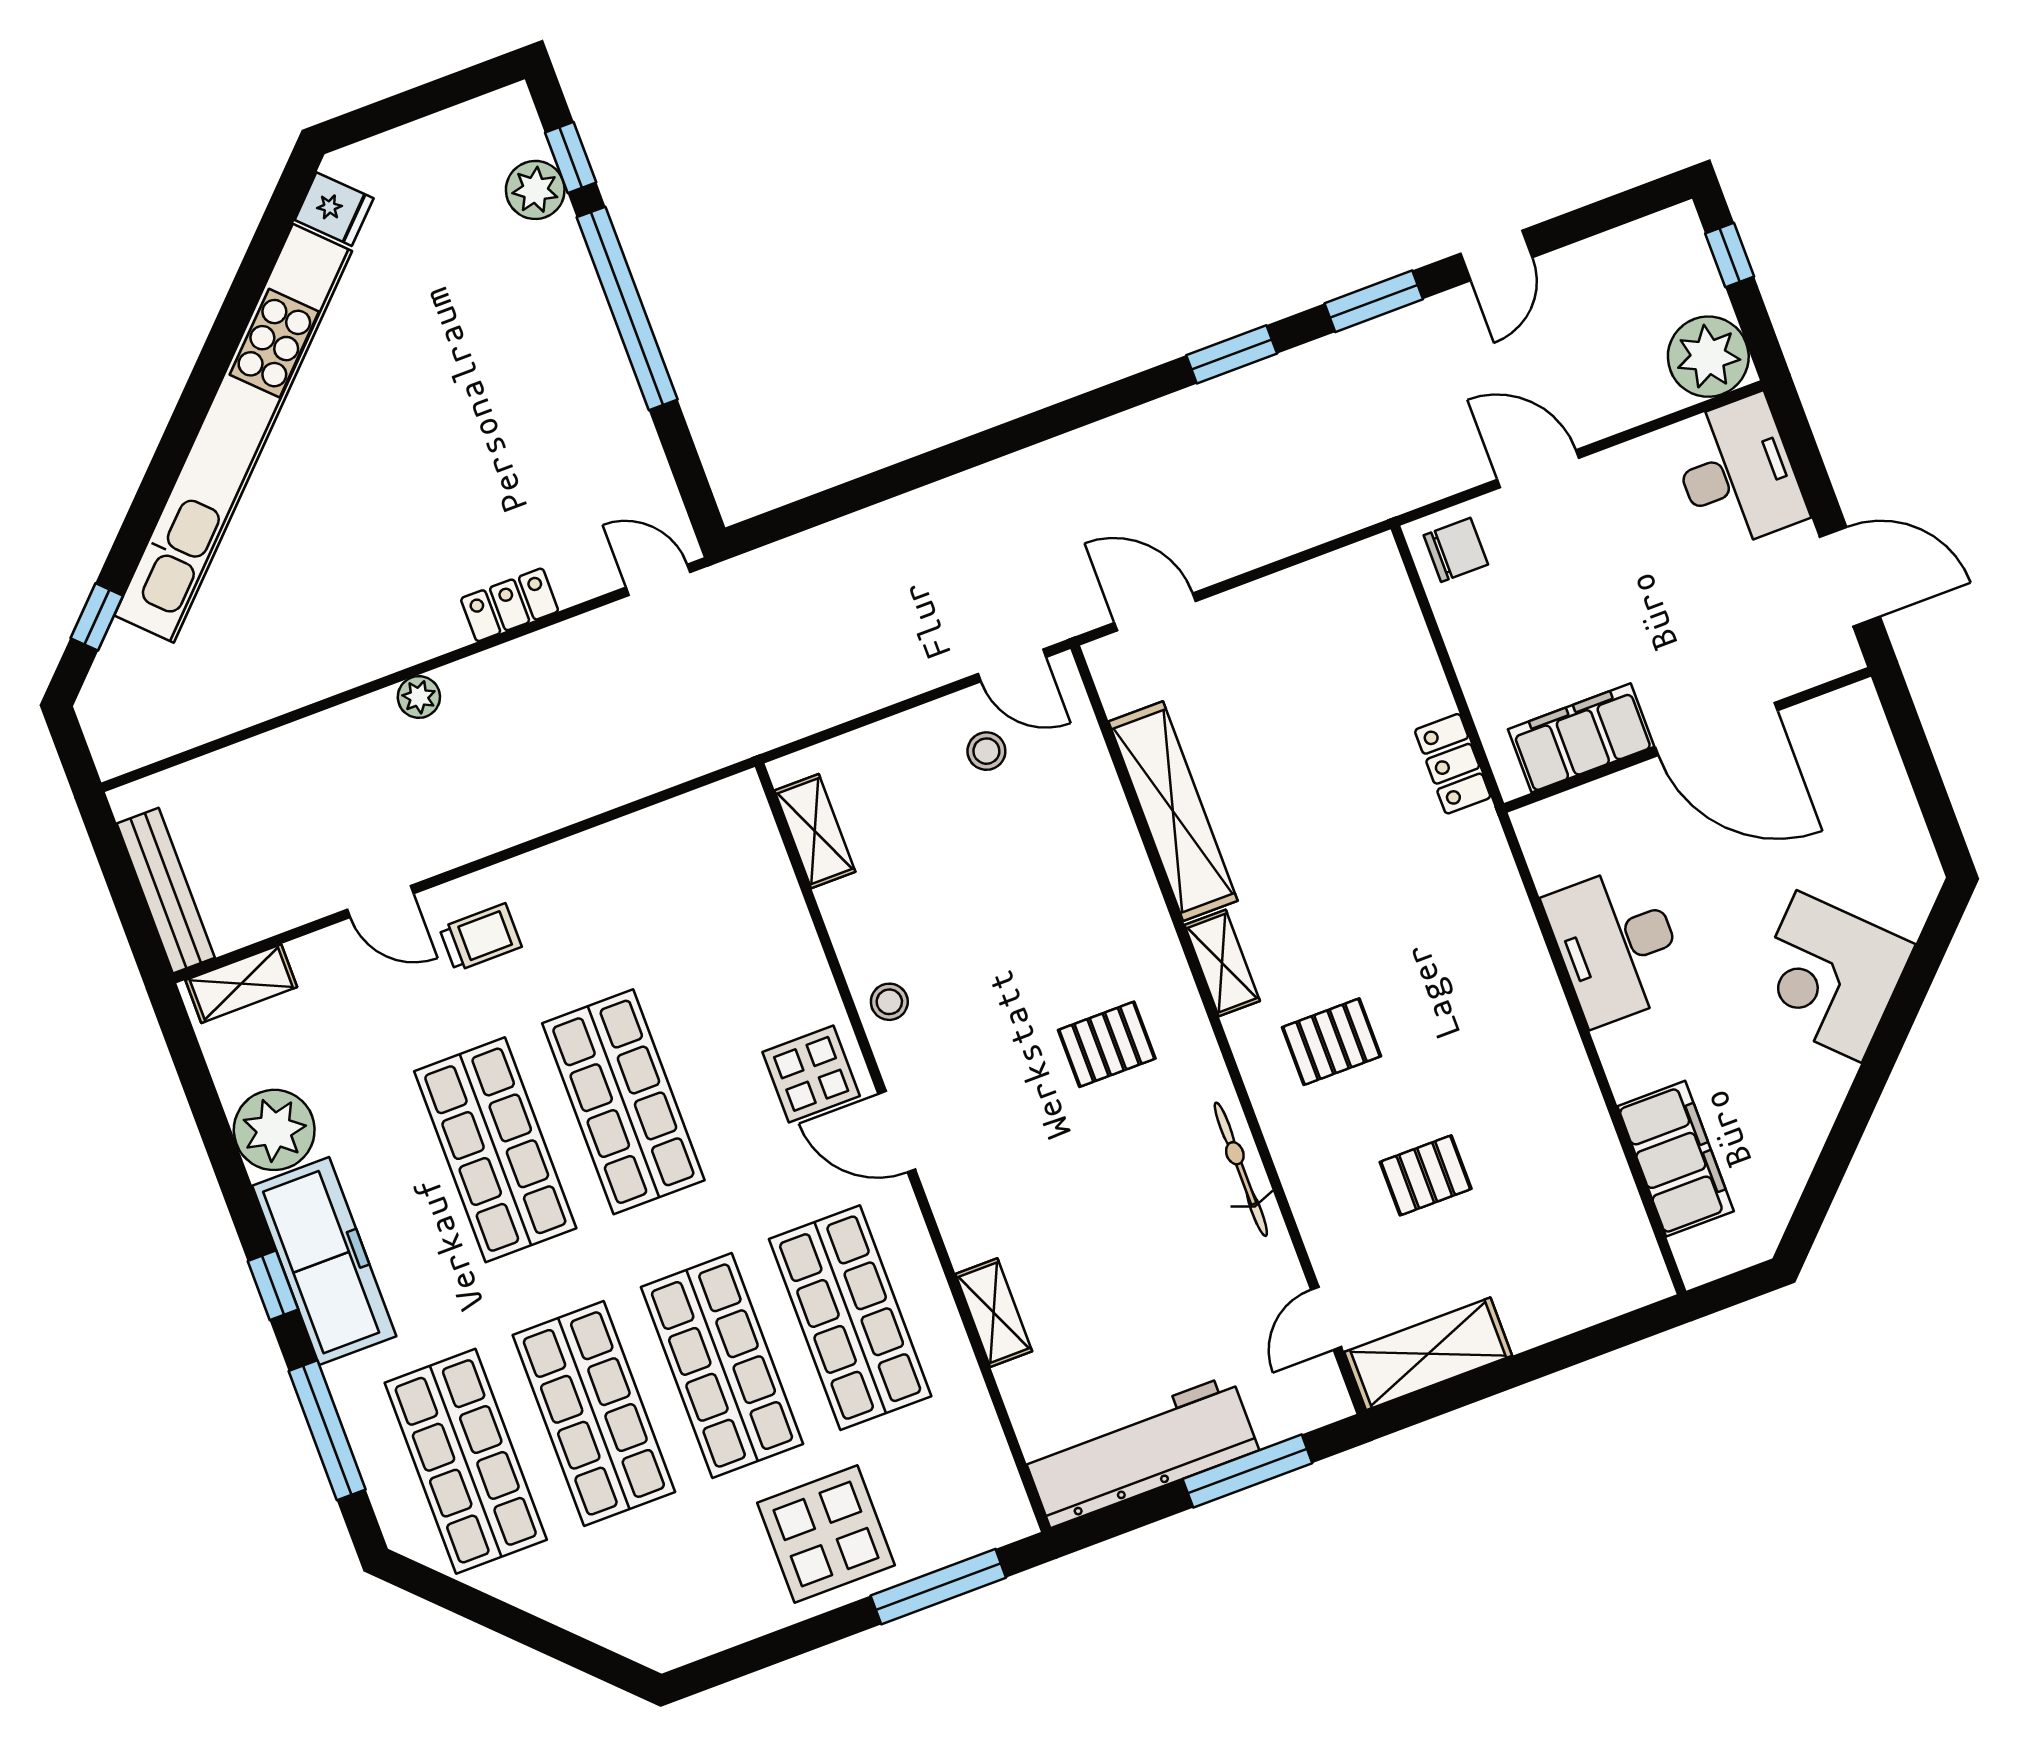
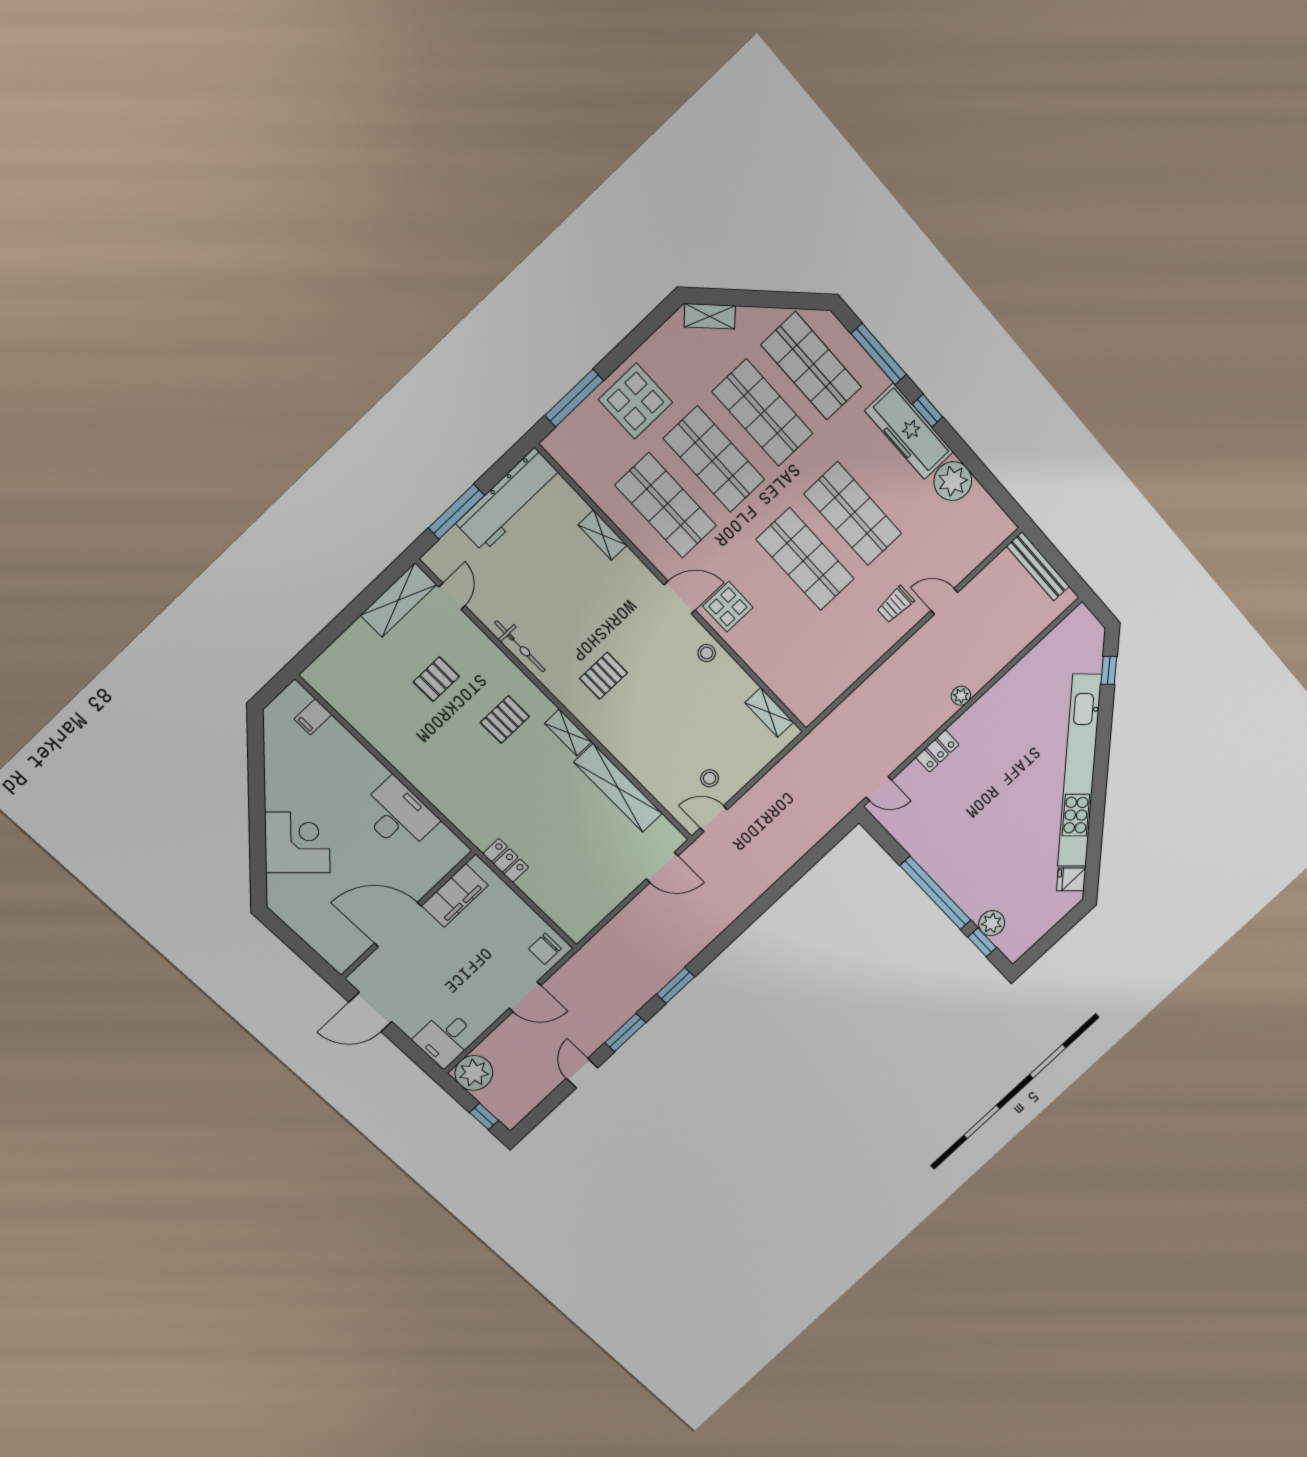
desk: (1737, 473) -> (445, 1038), width x0.73
shelving: (241, 984) -> (710, 316), moved, turned 45
filing cabinet: (1676, 1159) -> (313, 717), width x0.33, depth x0.86

